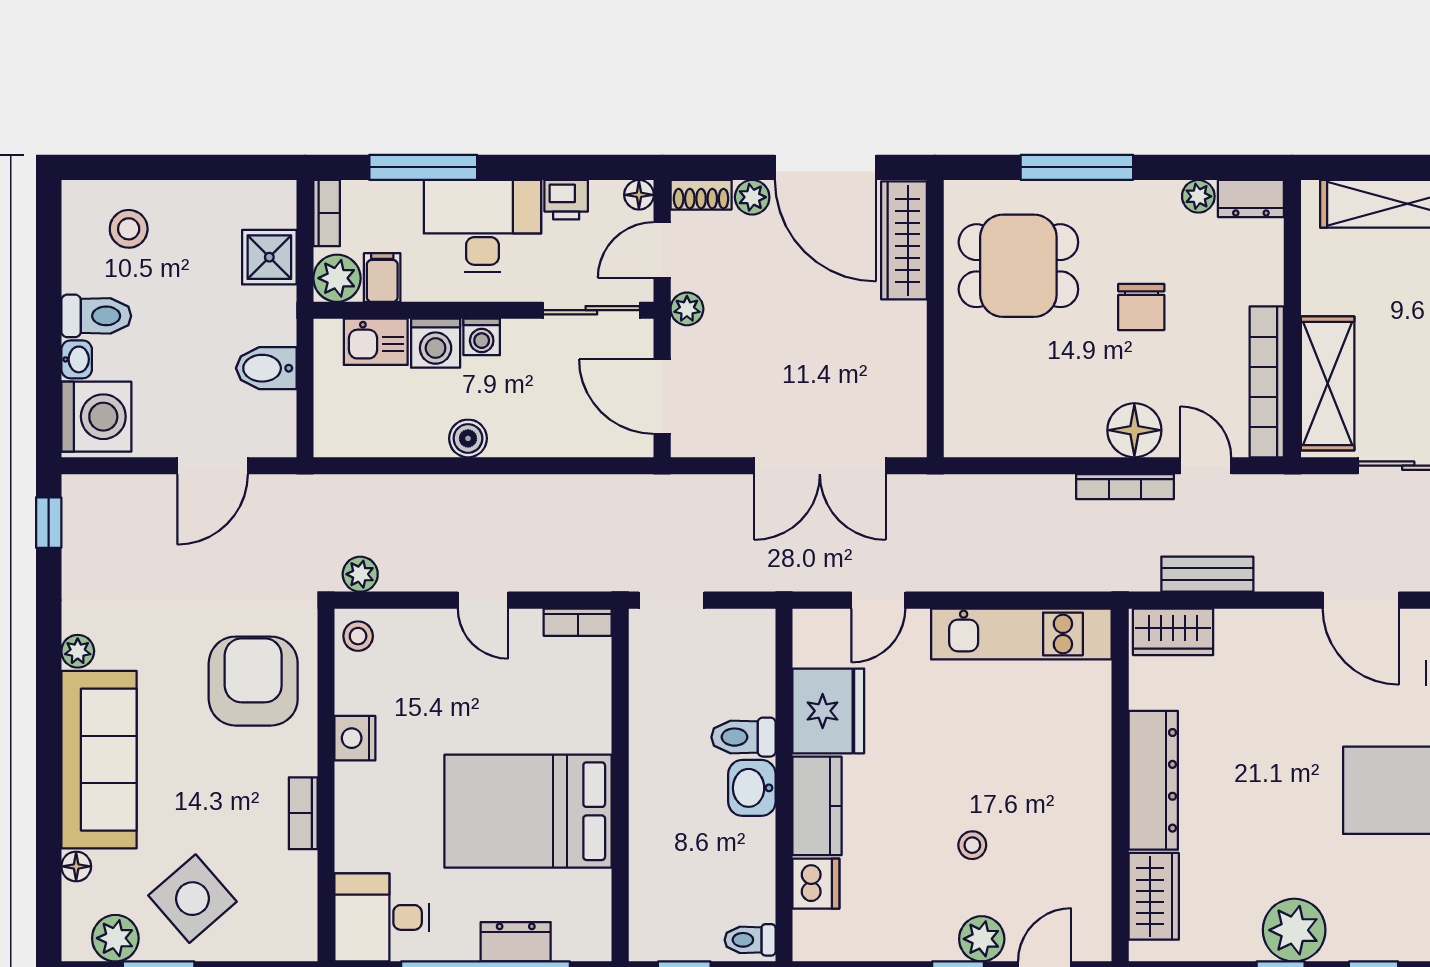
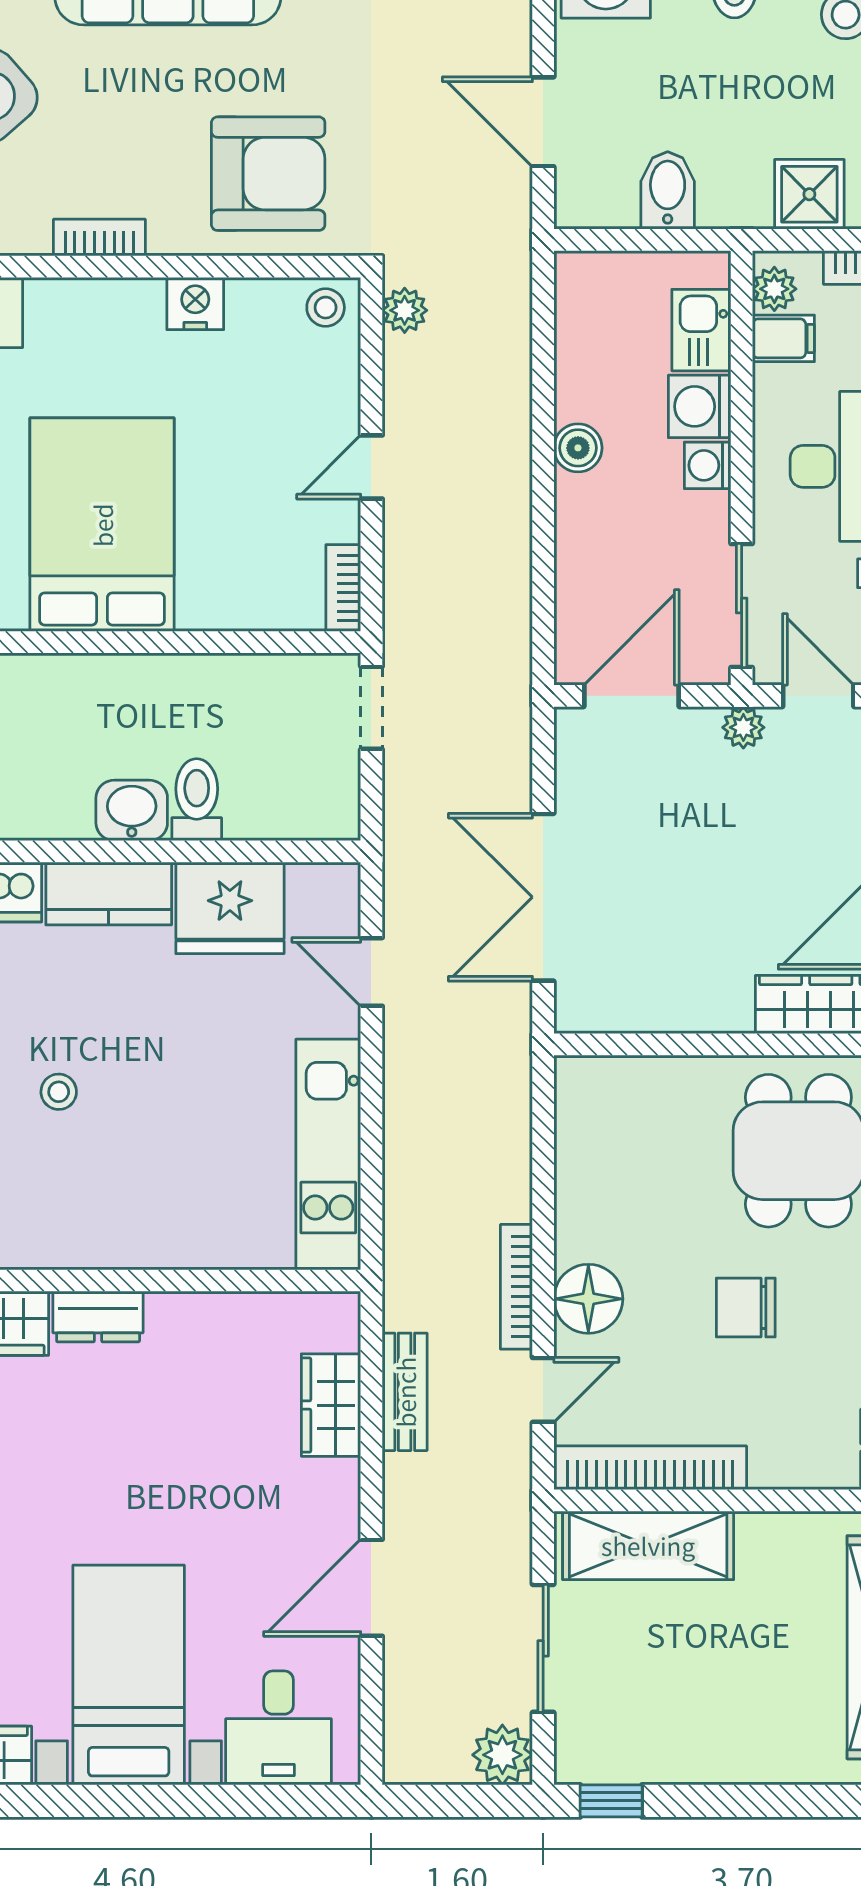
plant: (337, 278) -> (774, 289), width x0.73, depth x0.73
wardrobe: (1173, 632) -> (331, 1405), moved
dresser: (1153, 780) -> (98, 1317), width x0.51, depth x0.80

